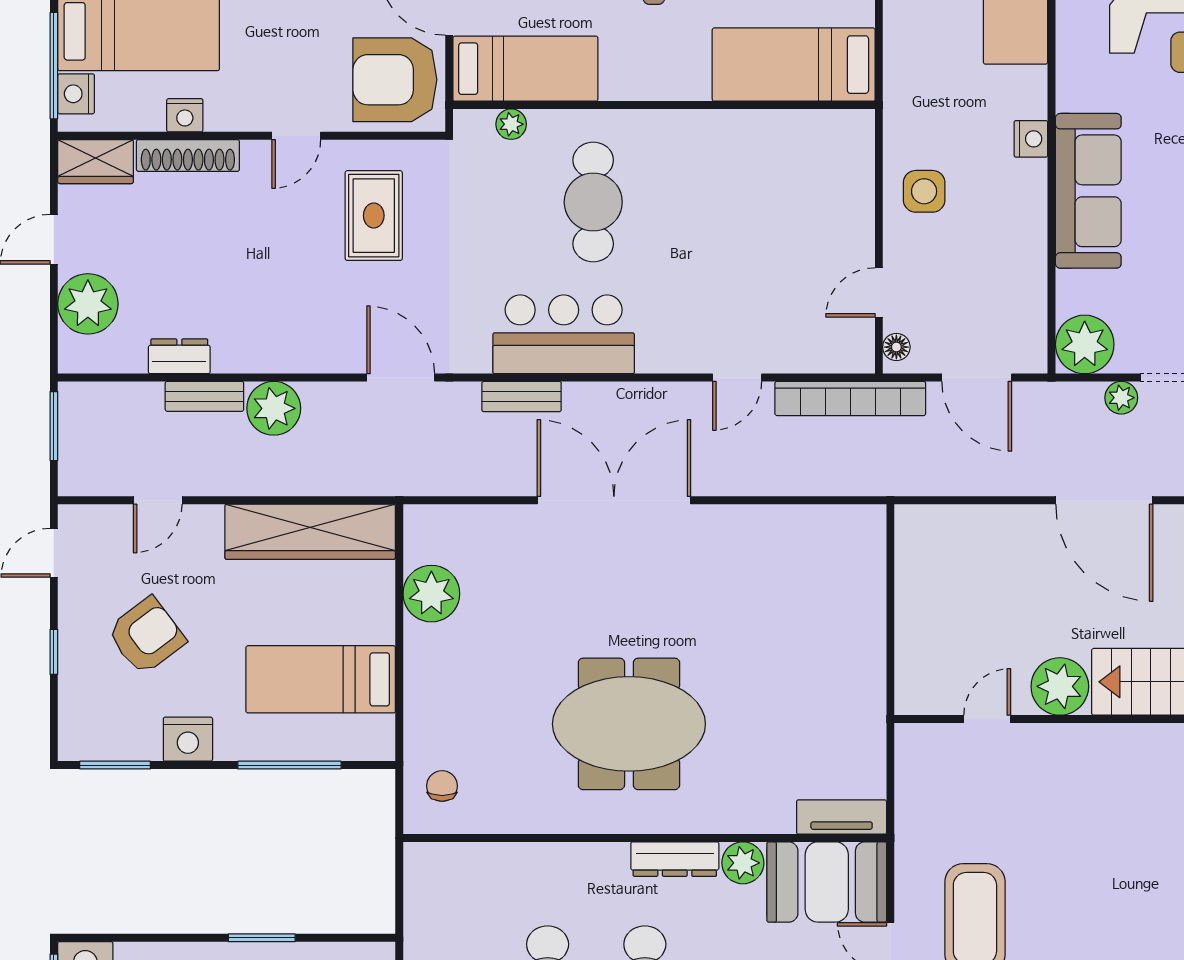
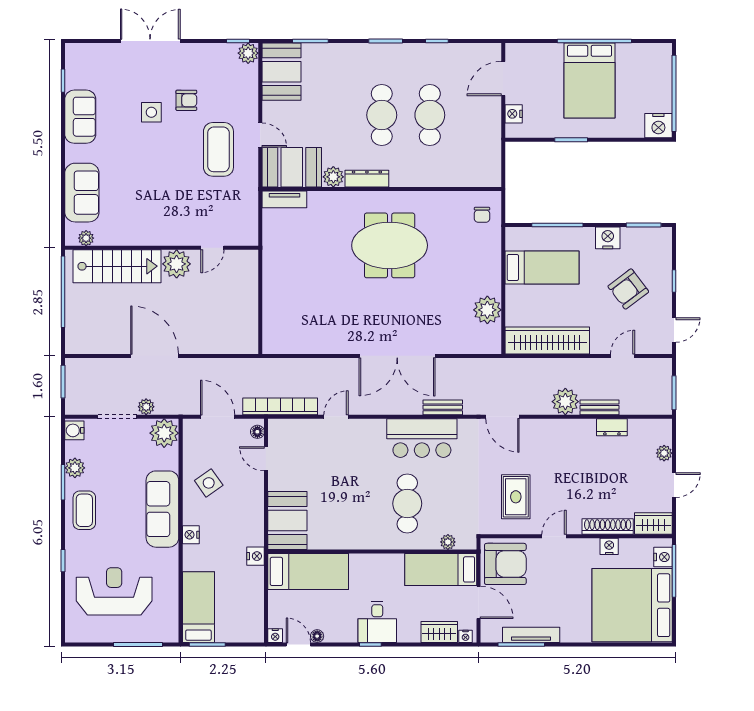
nightstand: (900, 96) -> (256, 556), added
booth: (836, 168) -> (287, 520), added
side table: (924, 191) -> (209, 483), moved, turned -35
door: (879, 292) -> (266, 459), swing flipped
plant: (88, 304) -> (664, 453), width x0.53, depth x0.53

